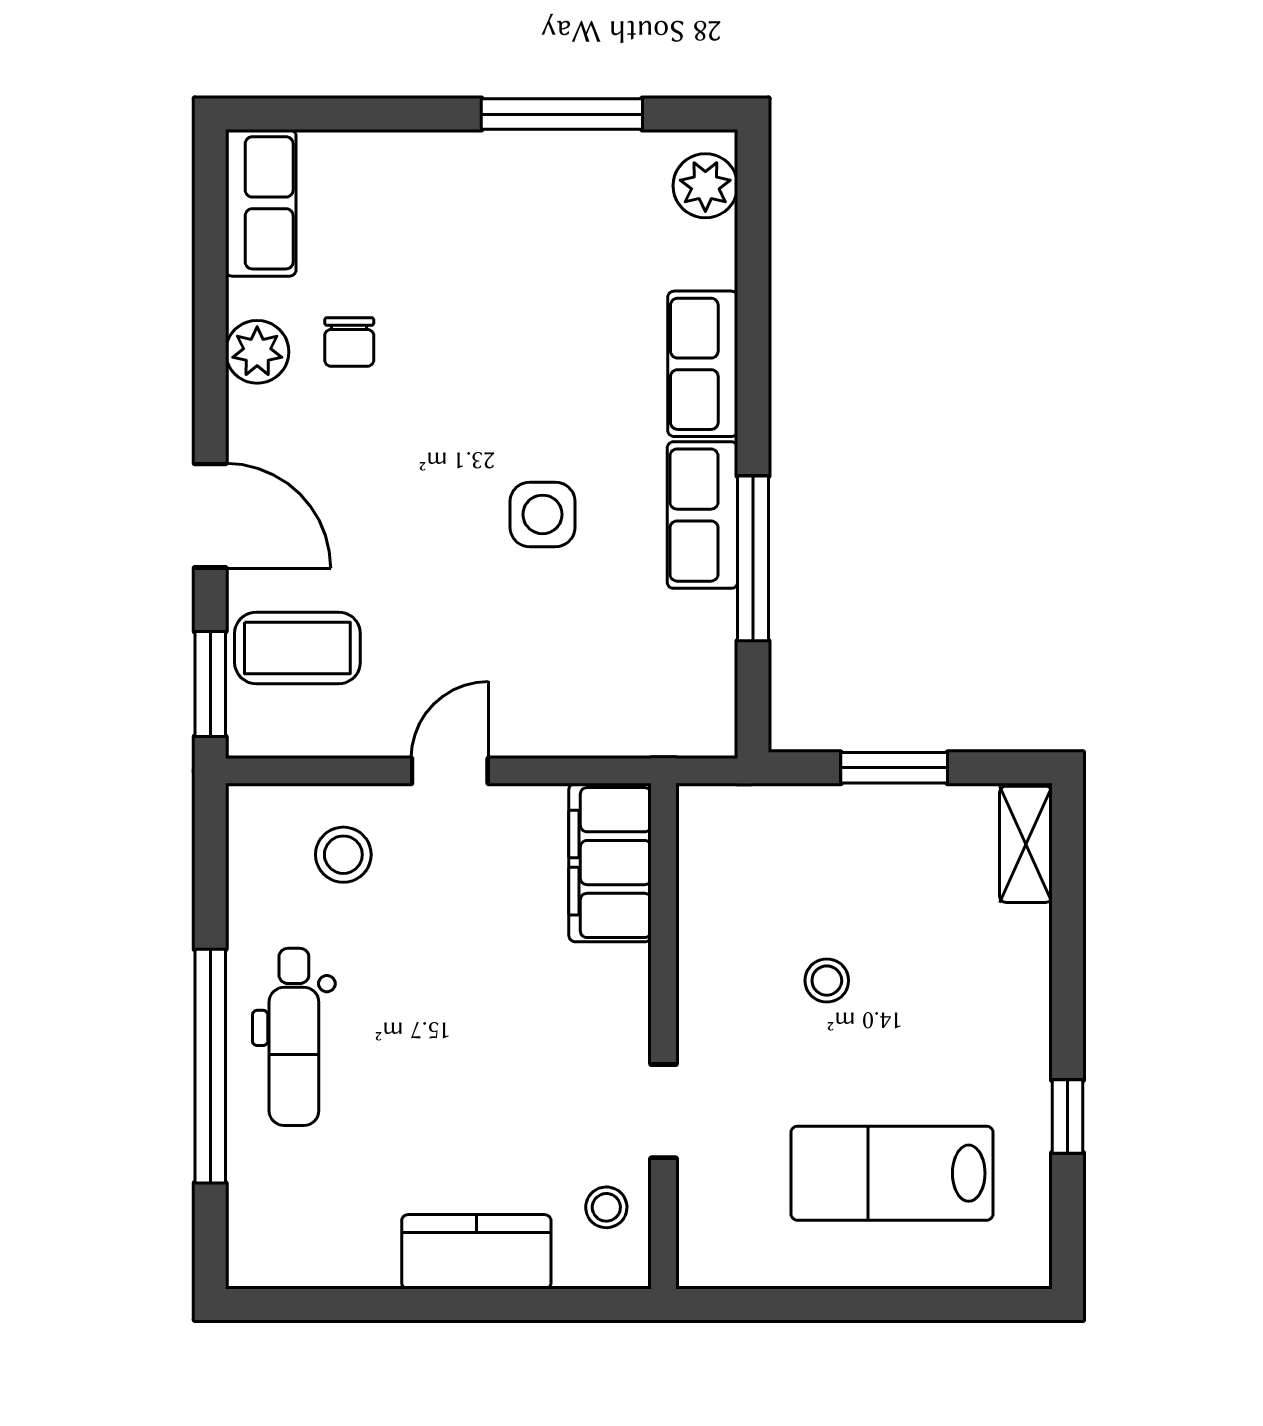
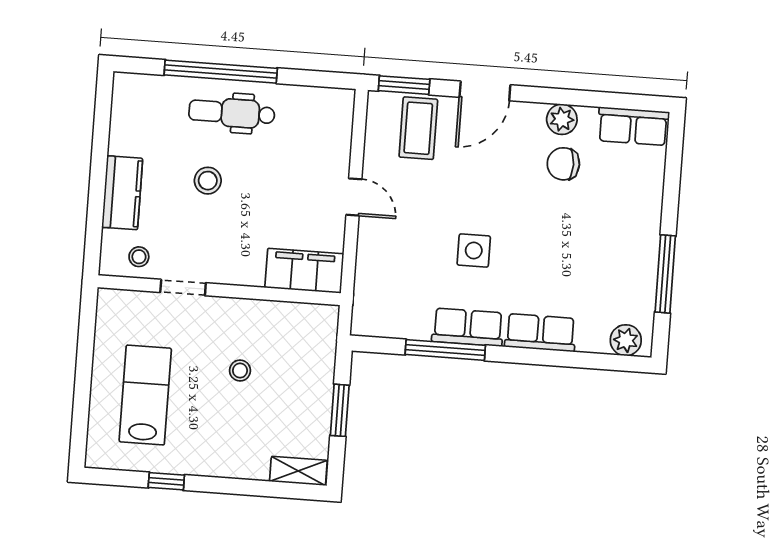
chair: (349, 342) -> (563, 164), width x1.37, depth x1.37
stool: (343, 855) -> (208, 181), moved

